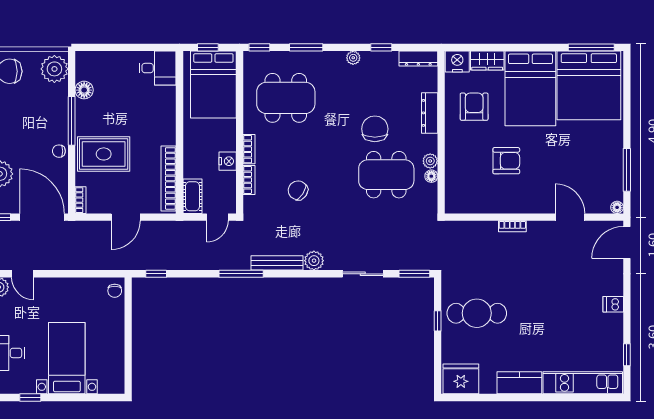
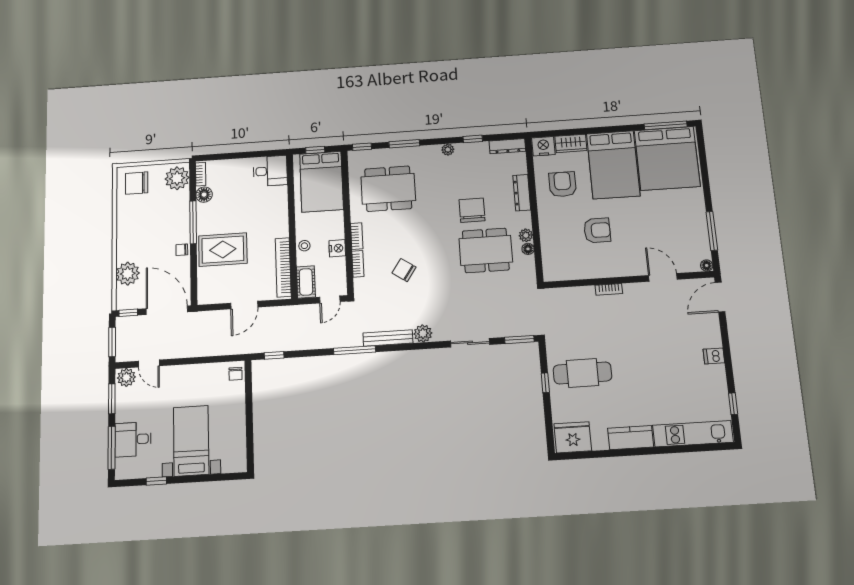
stool: (192, 156) -> (304, 246), added
bookcase: (81, 200) -> (201, 174), moved

